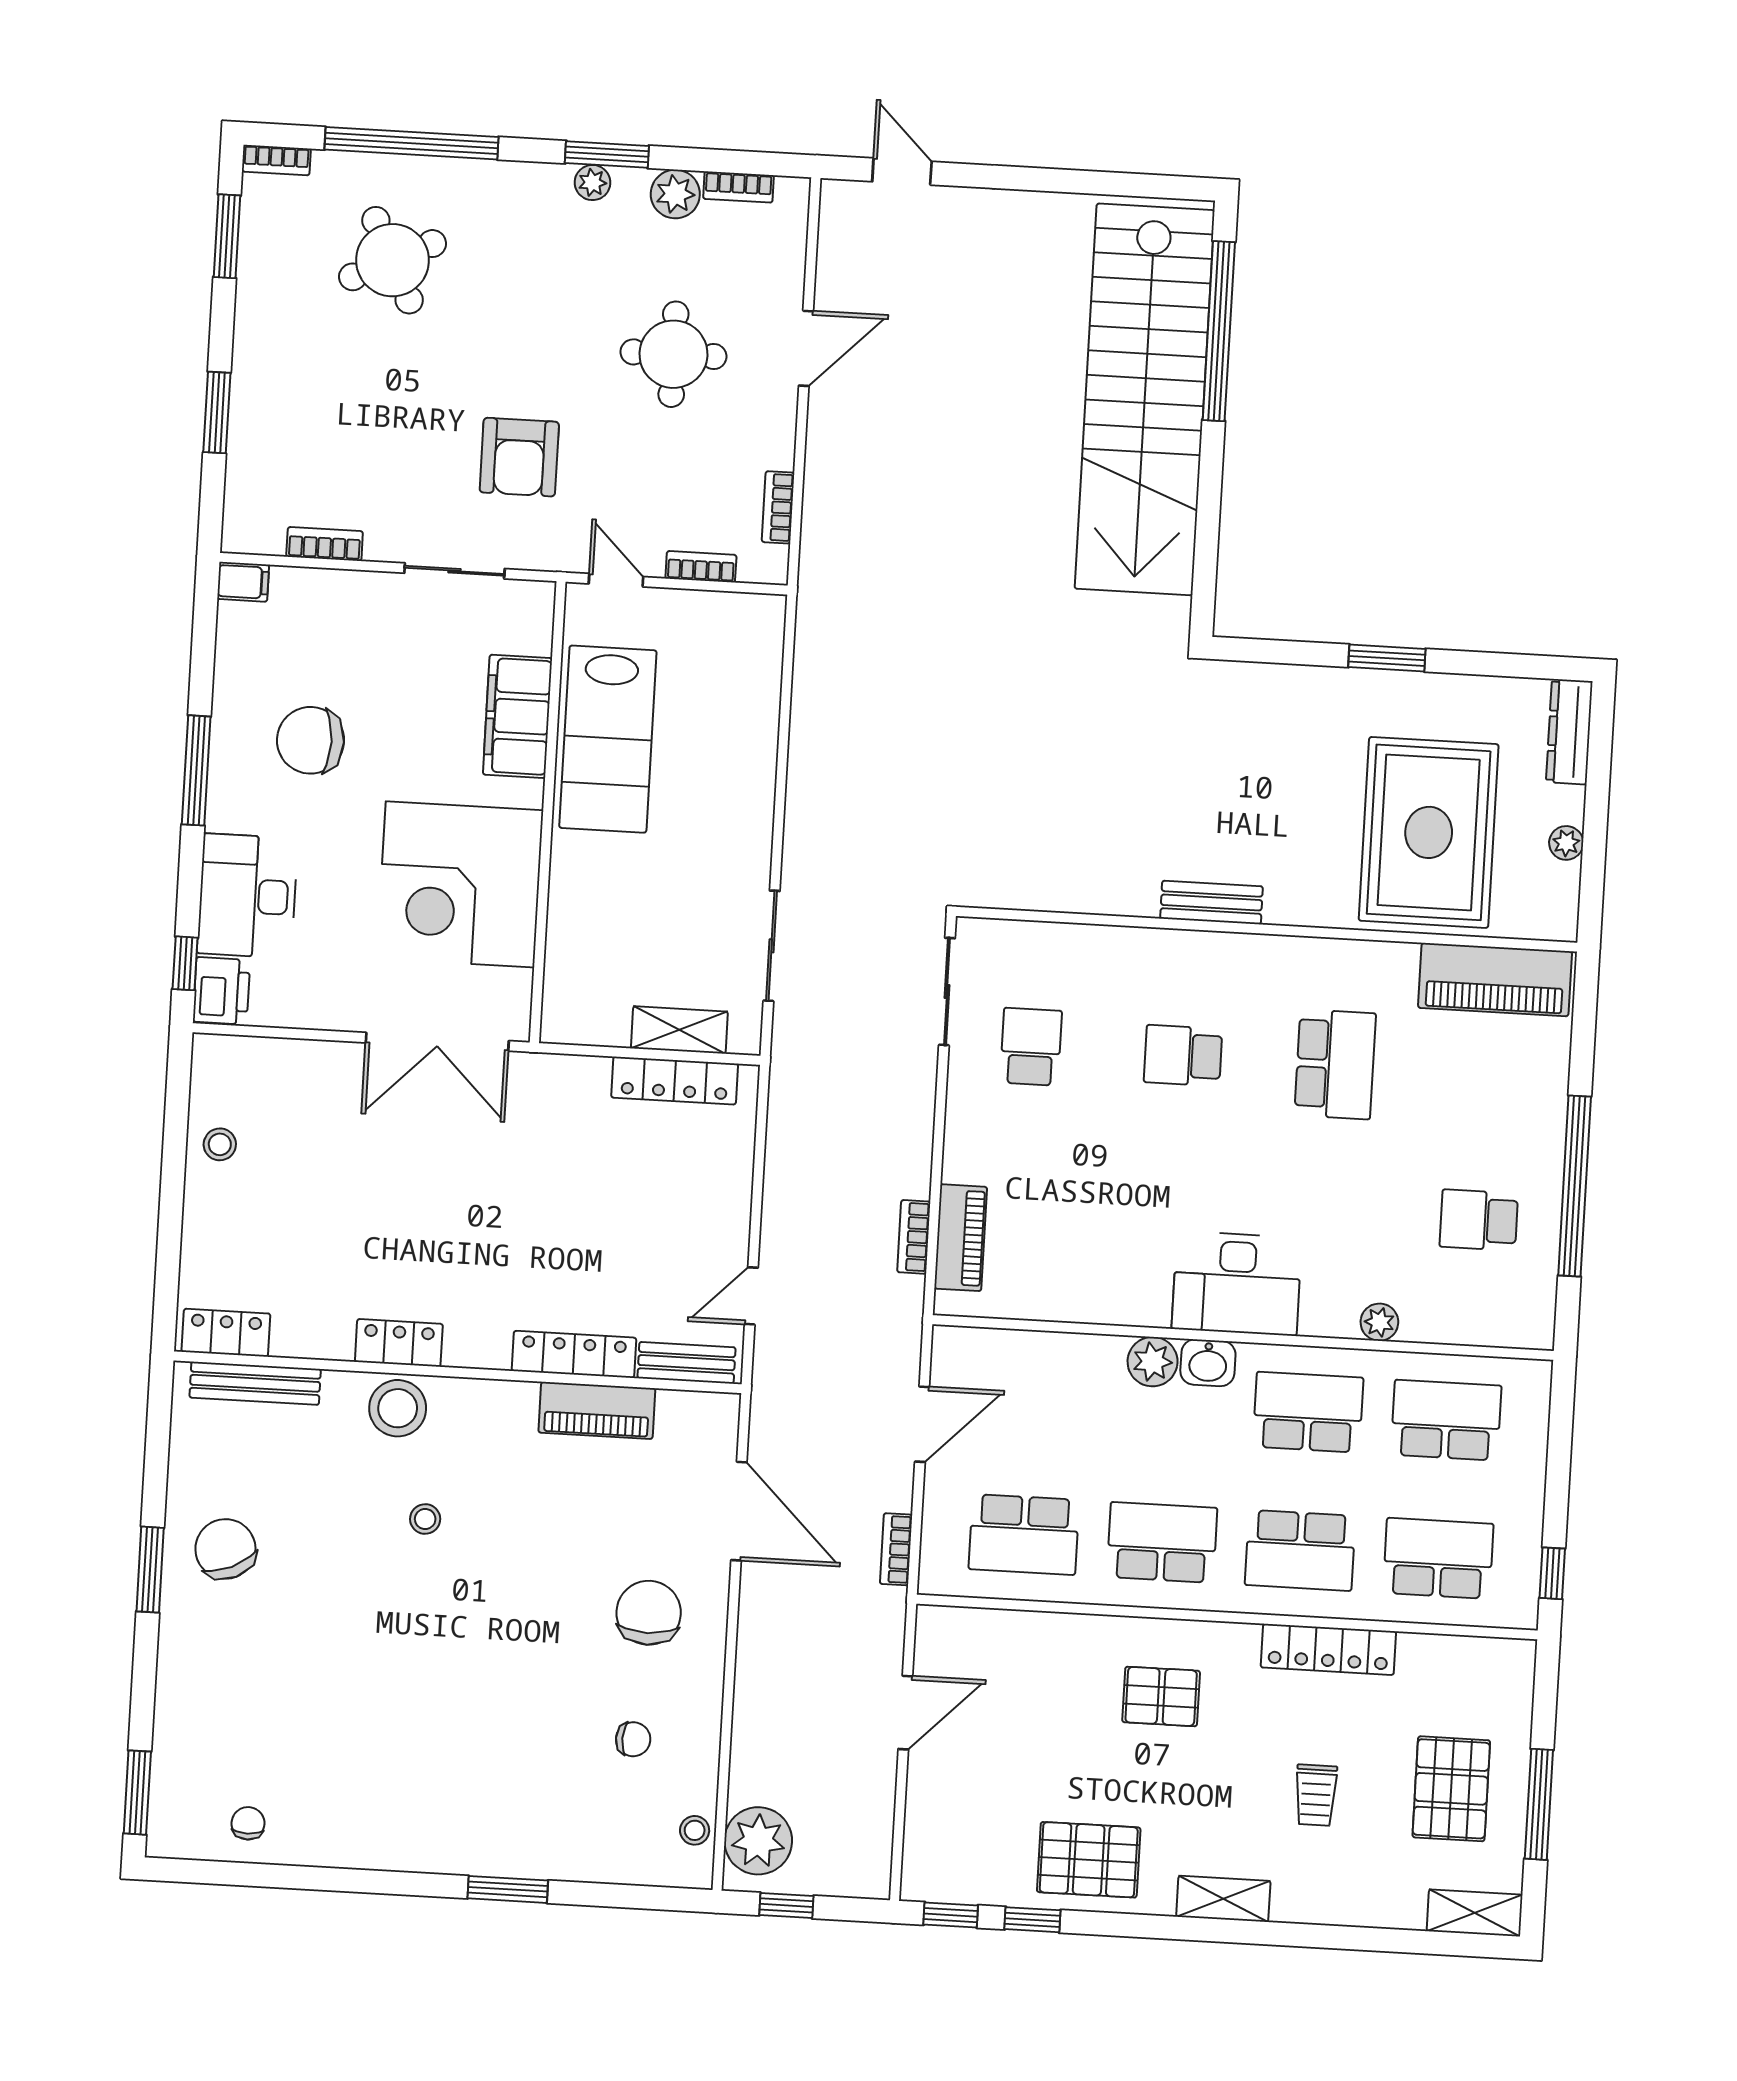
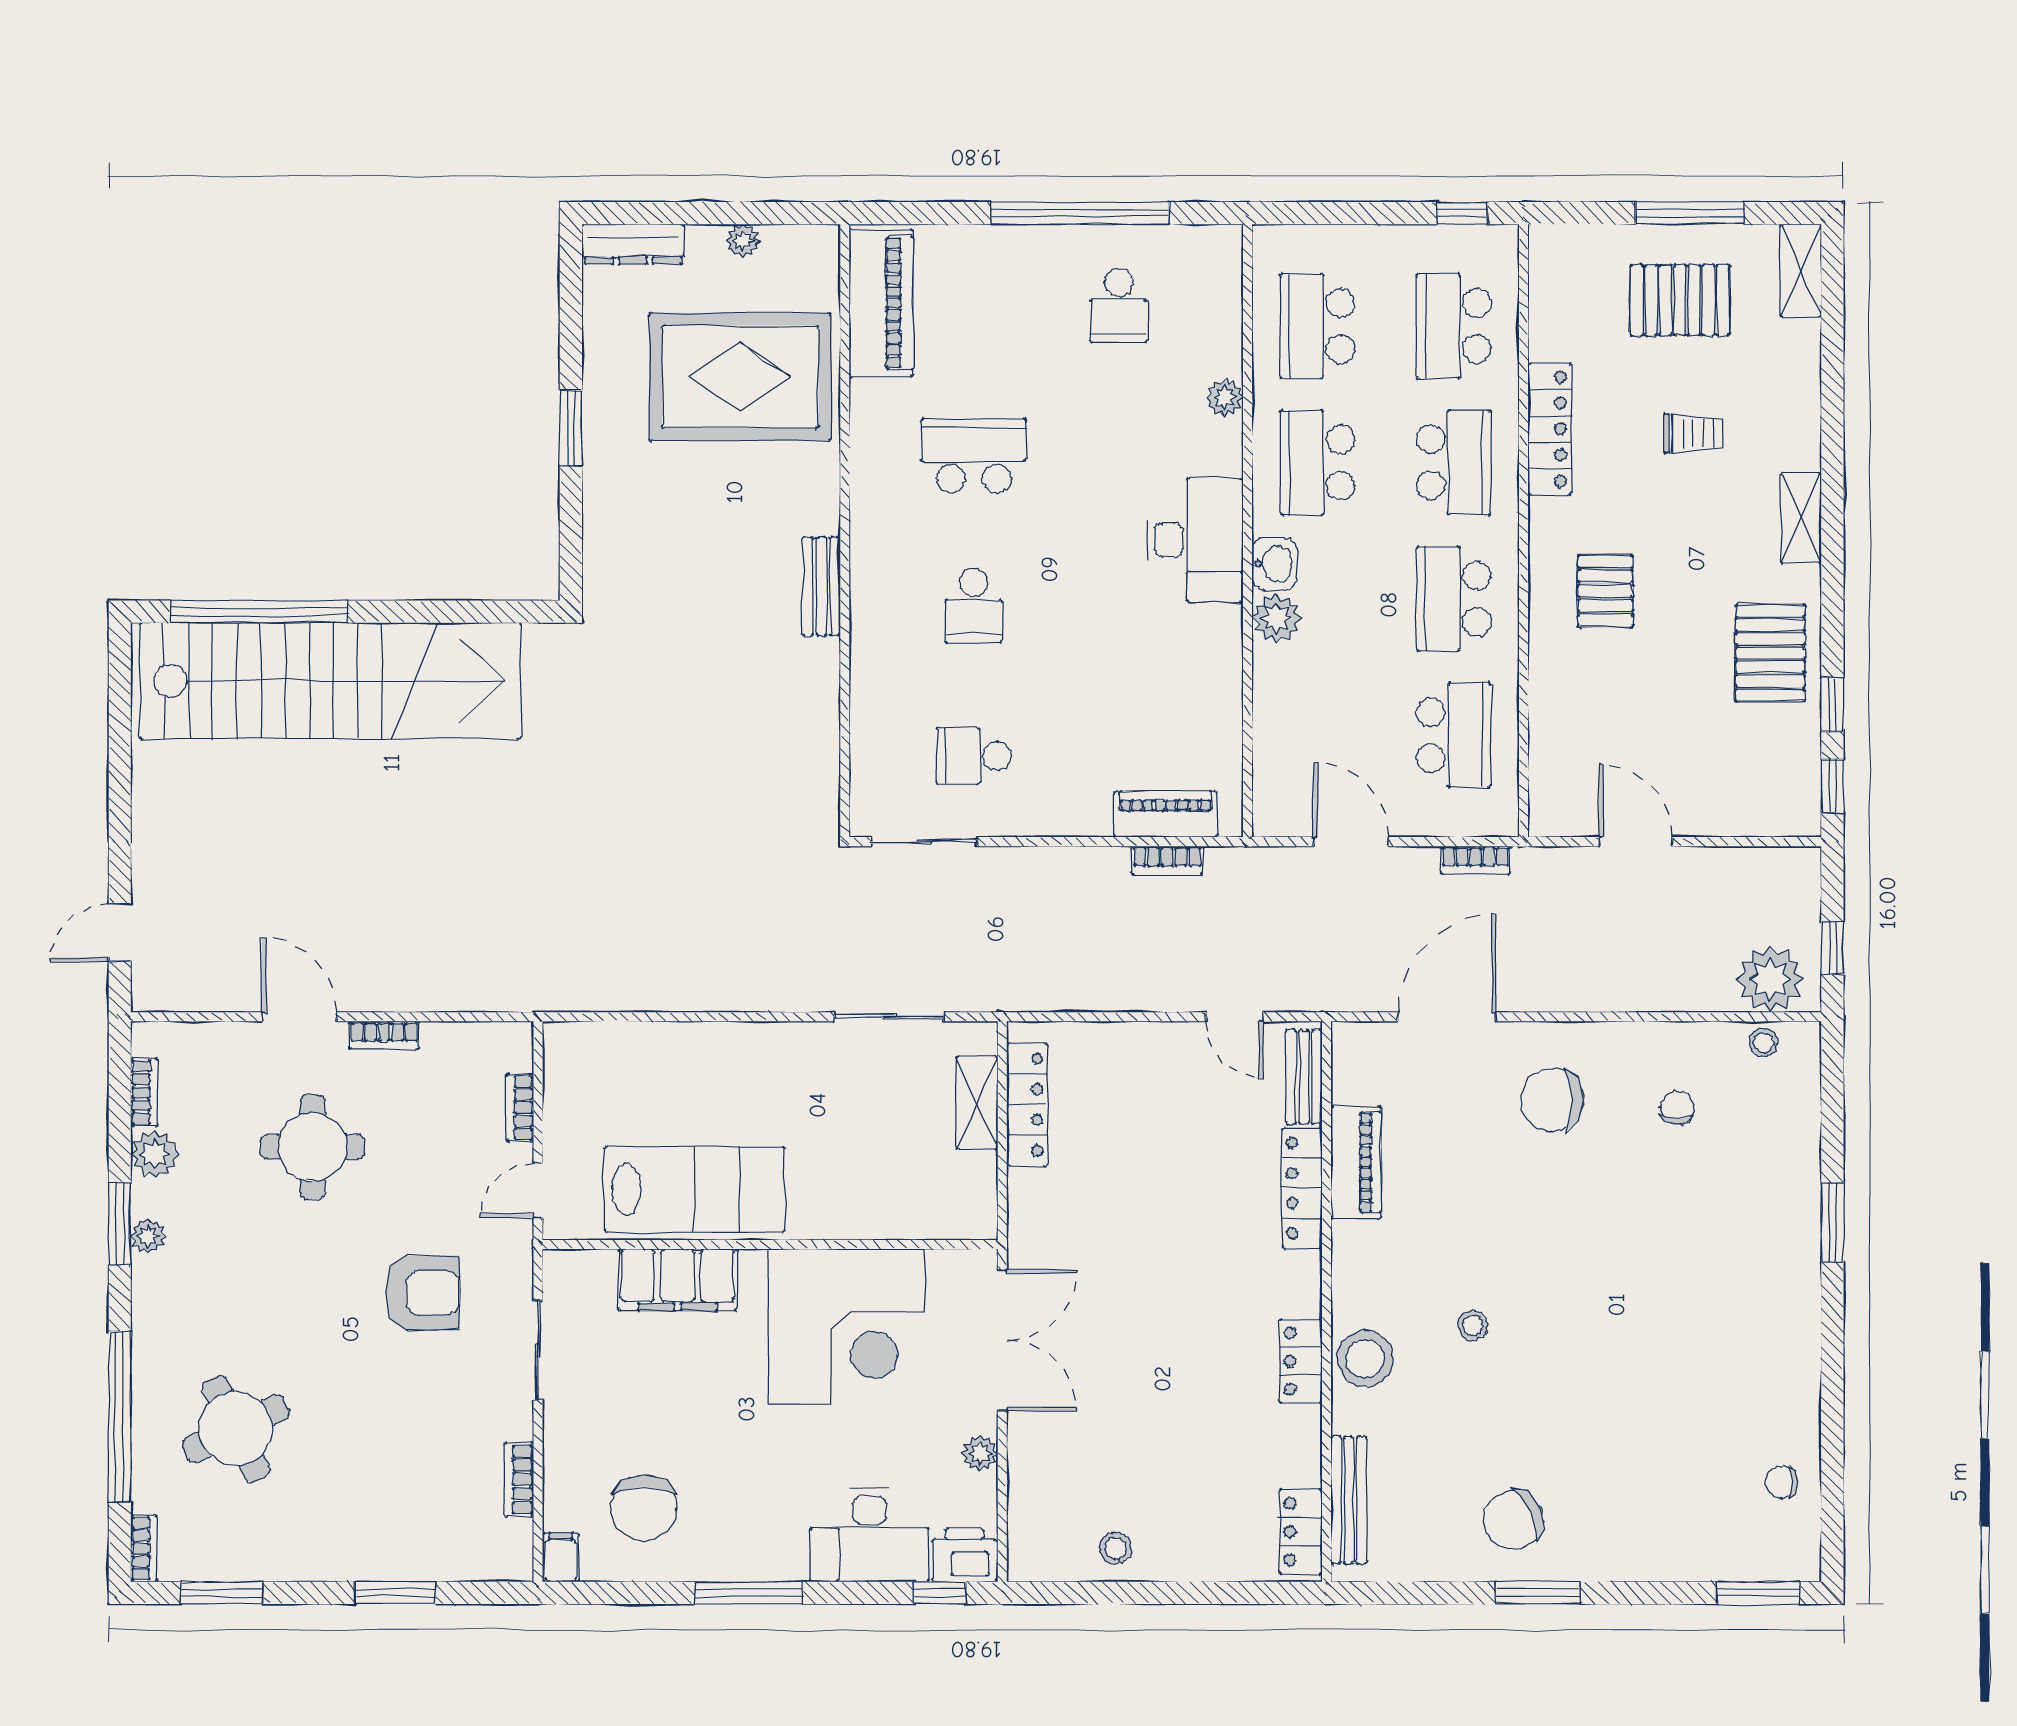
bookcase: (778, 507) -> (384, 1035), moved
chair: (311, 740) -> (644, 1508), moved
plant: (324, 1013) -> (980, 1453), added

